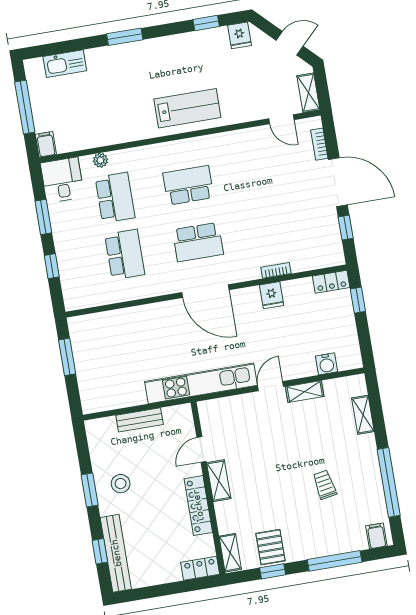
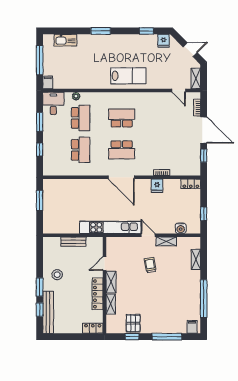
window: (358, 300) -> (204, 214), moved
door: (271, 386) -> (148, 235), hinge flipped
trolley: (325, 485) -> (150, 265), moved
window: (90, 490) -> (40, 287), moved
shelving: (230, 553) -> (111, 304), moved

